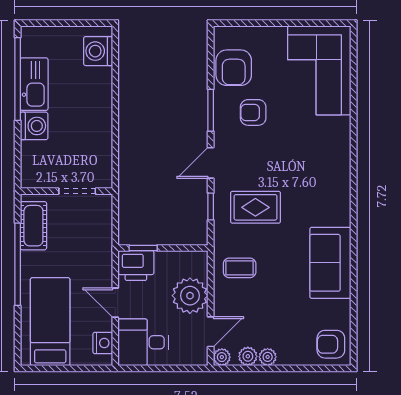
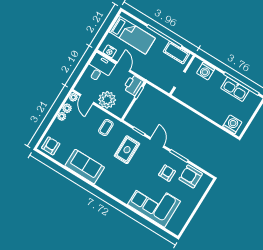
corner sofa: (319, 70) -> (154, 203), moved
washing machine: (34, 126) -> (206, 71), moved
door: (115, 303) -> (123, 67), hinge flipped

